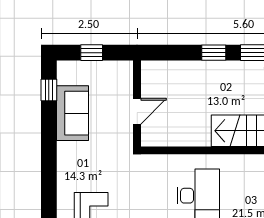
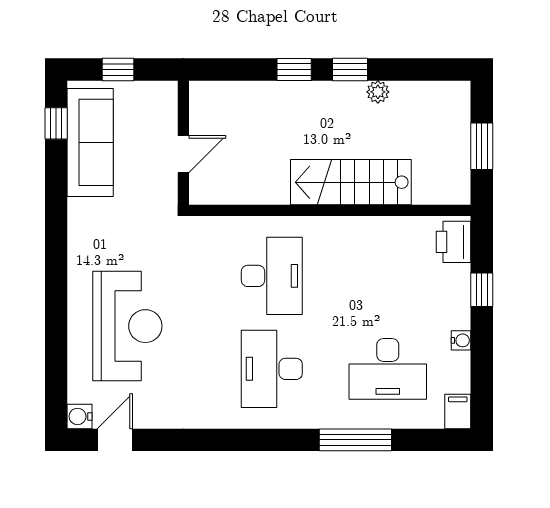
sofa: (72, 113) -> (90, 142), width x1.36

